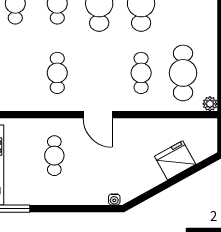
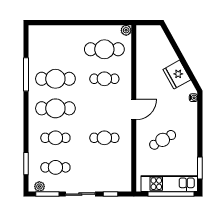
cafe table: (54, 156) -> (163, 140), turned -30
fridge: (175, 160) -> (177, 75), moved

